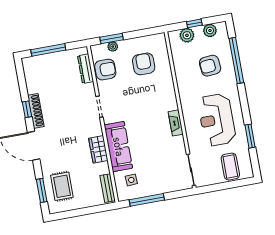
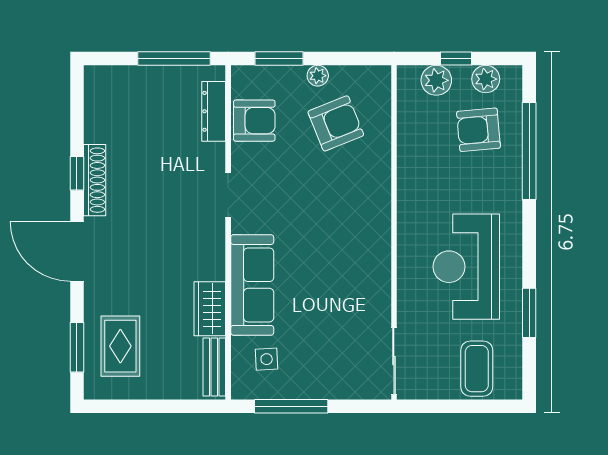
plant: (113, 47) -> (318, 76), moved
window: (48, 50) -> (174, 58), moved
armchair: (144, 64) -> (336, 123), turned 68
armchair: (210, 66) -> (478, 130), moved
fireplace: (176, 123) -> (380, 258), removed
wardrobe: (98, 149) -> (210, 309), moved

